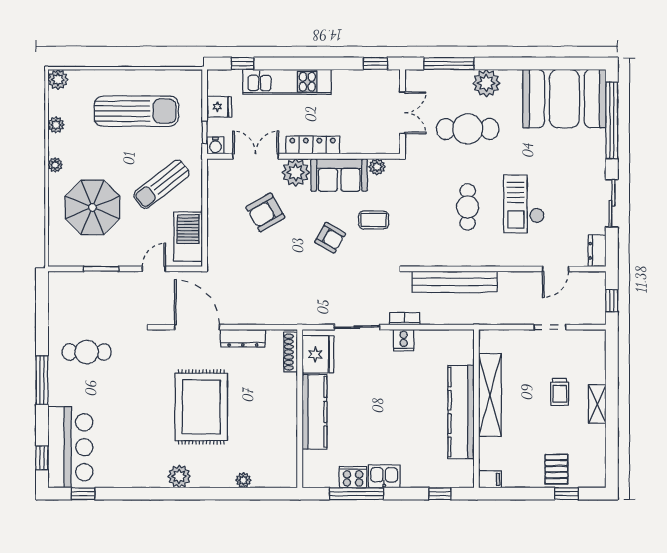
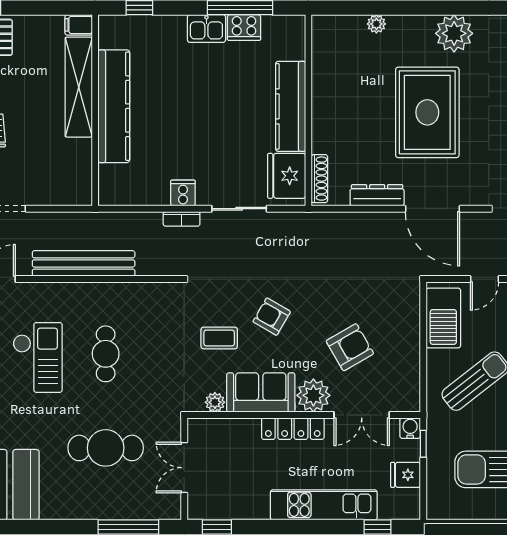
plant: (486, 83) -> (83, 503), removed
bench: (455, 282) -> (84, 263), moved
shelving: (490, 395) -> (79, 87), moved
plant: (179, 476) -> (454, 33), width x1.36, depth x1.36

